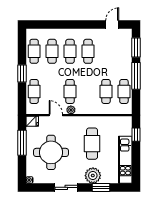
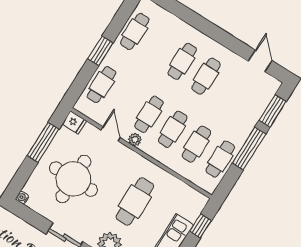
door: (112, 25) -> (260, 61), hinge flipped
cafe table: (52, 51) -> (173, 129), moved

